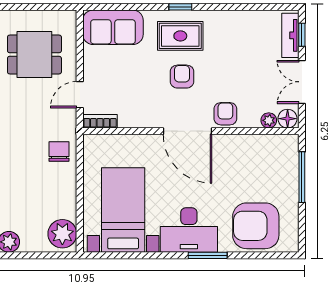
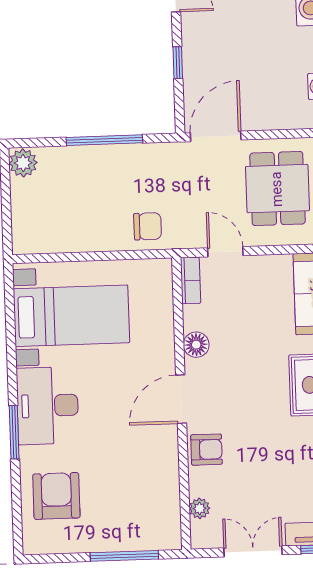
armchair: (182, 77) -> (255, 389), removed
floor lamp: (288, 119) -> (196, 345), moved
door: (188, 131) -> (181, 399), width x0.73
armchair: (256, 226) -> (56, 496), width x0.73, depth x0.73
plant: (62, 234) -> (37, 235), removed

